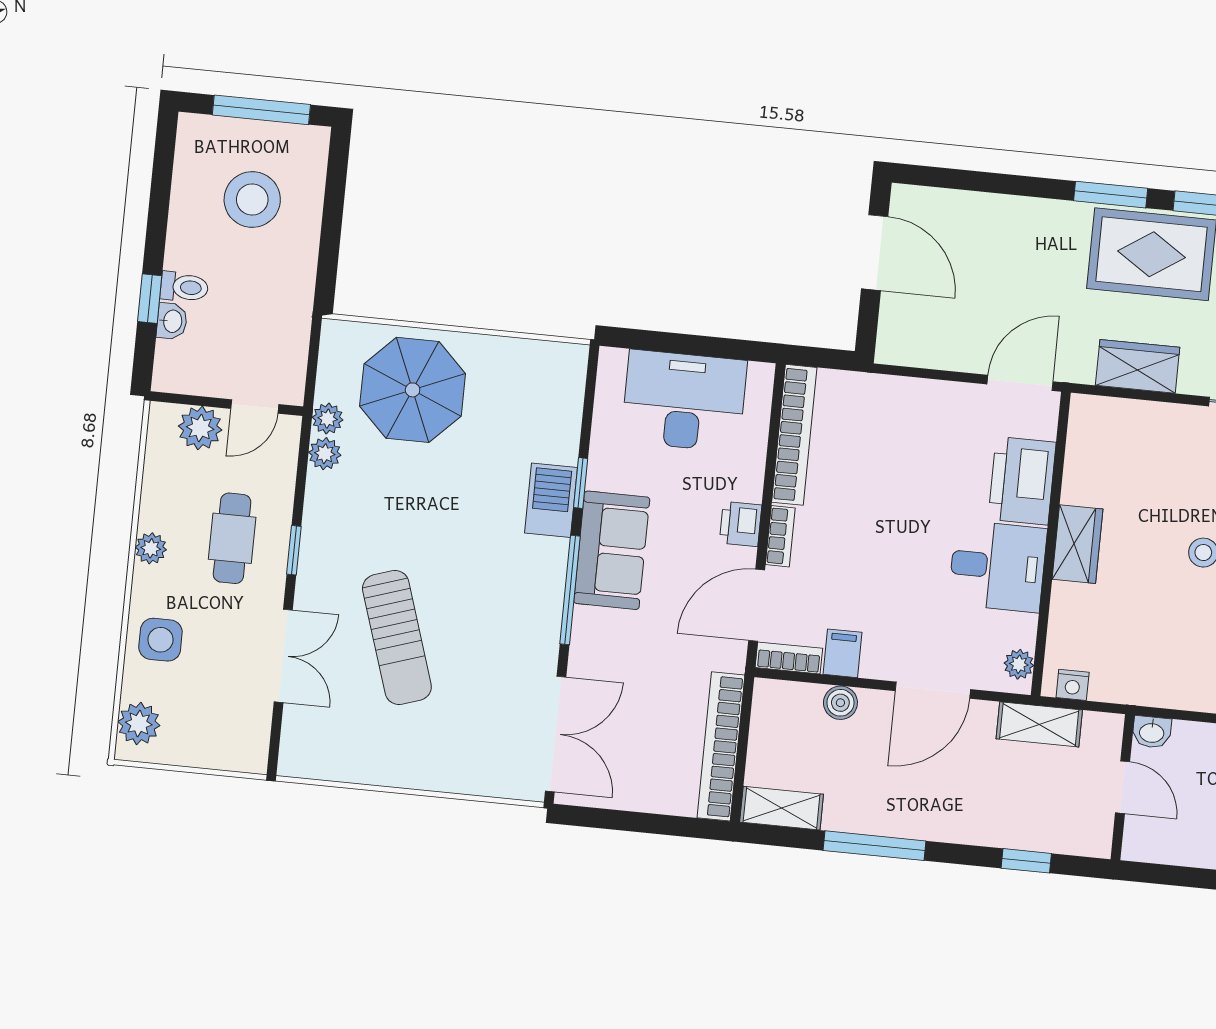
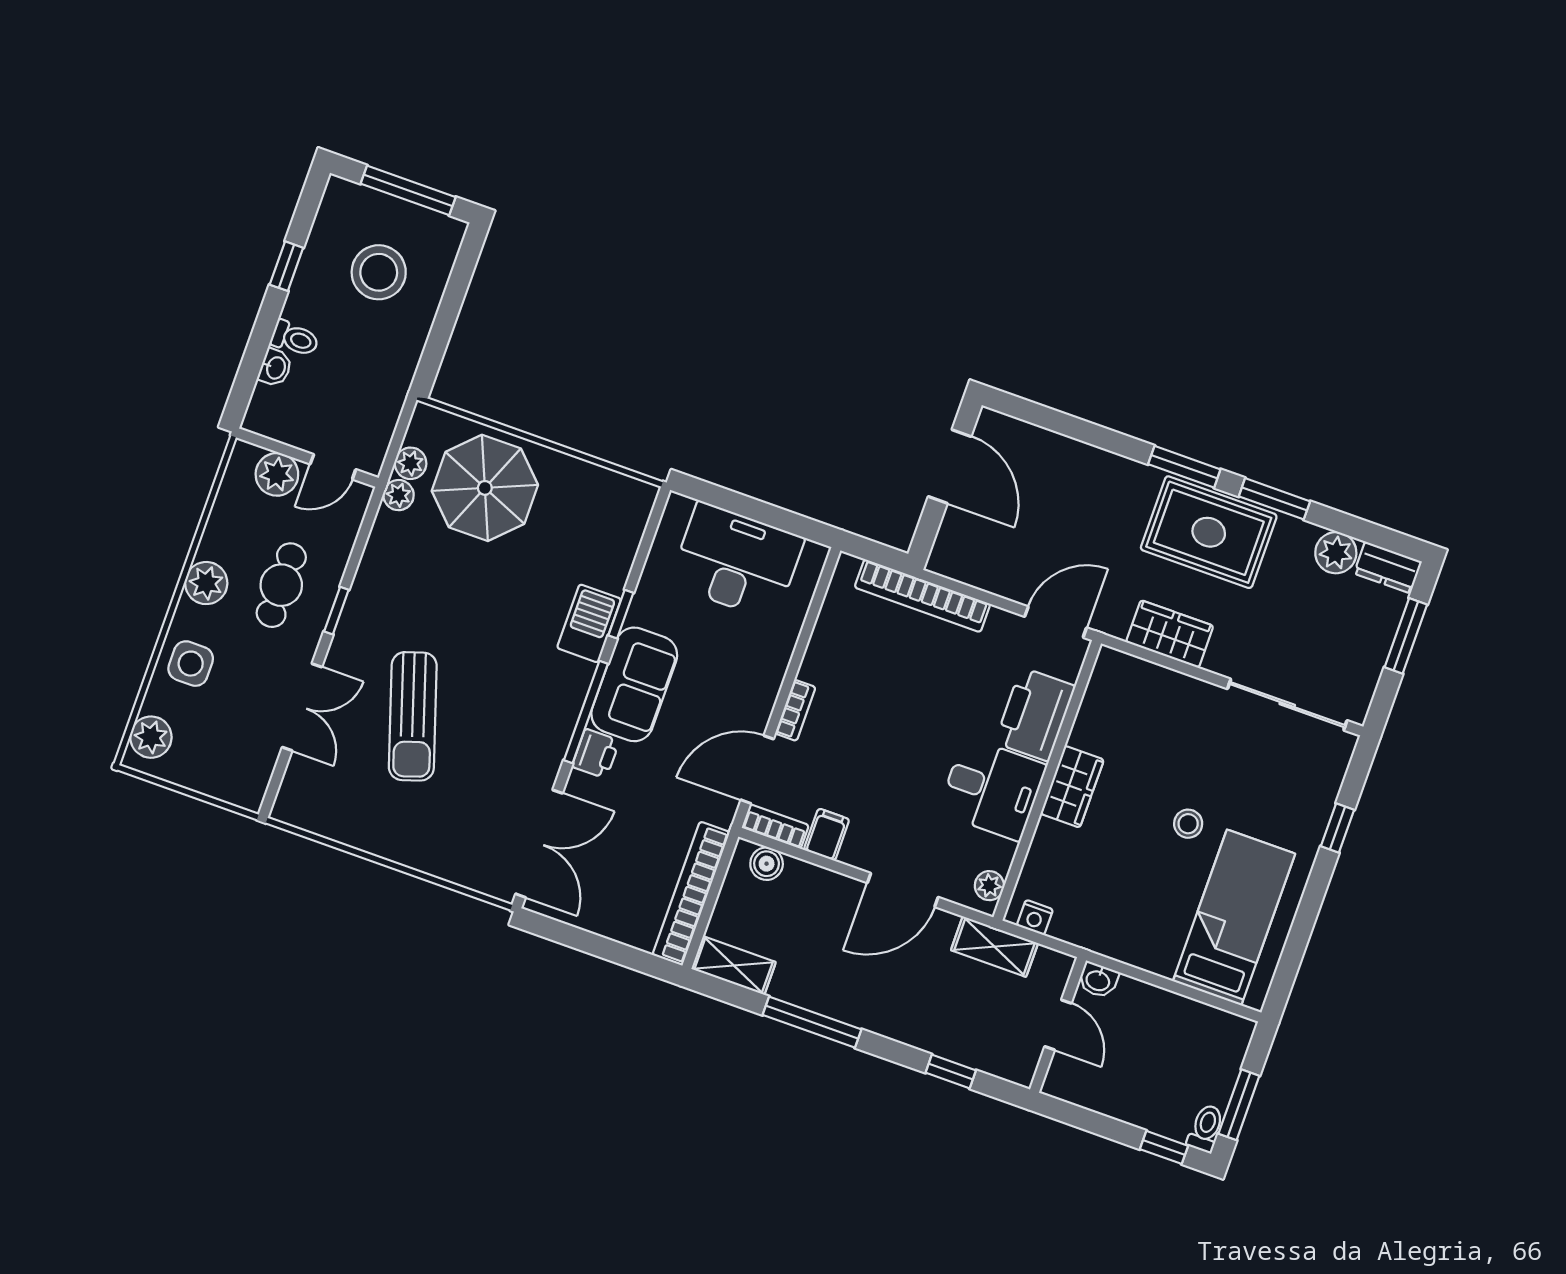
window: (150, 299) -> (286, 266), moved
bookcase: (794, 435) -> (922, 596), moved, turned 90
plant: (325, 454) -> (411, 463), moved
printer: (741, 524) -> (596, 754), moved, turned 180
plant: (151, 548) -> (206, 583), width x1.38, depth x1.38
boiler: (840, 703) -> (767, 864), moved

